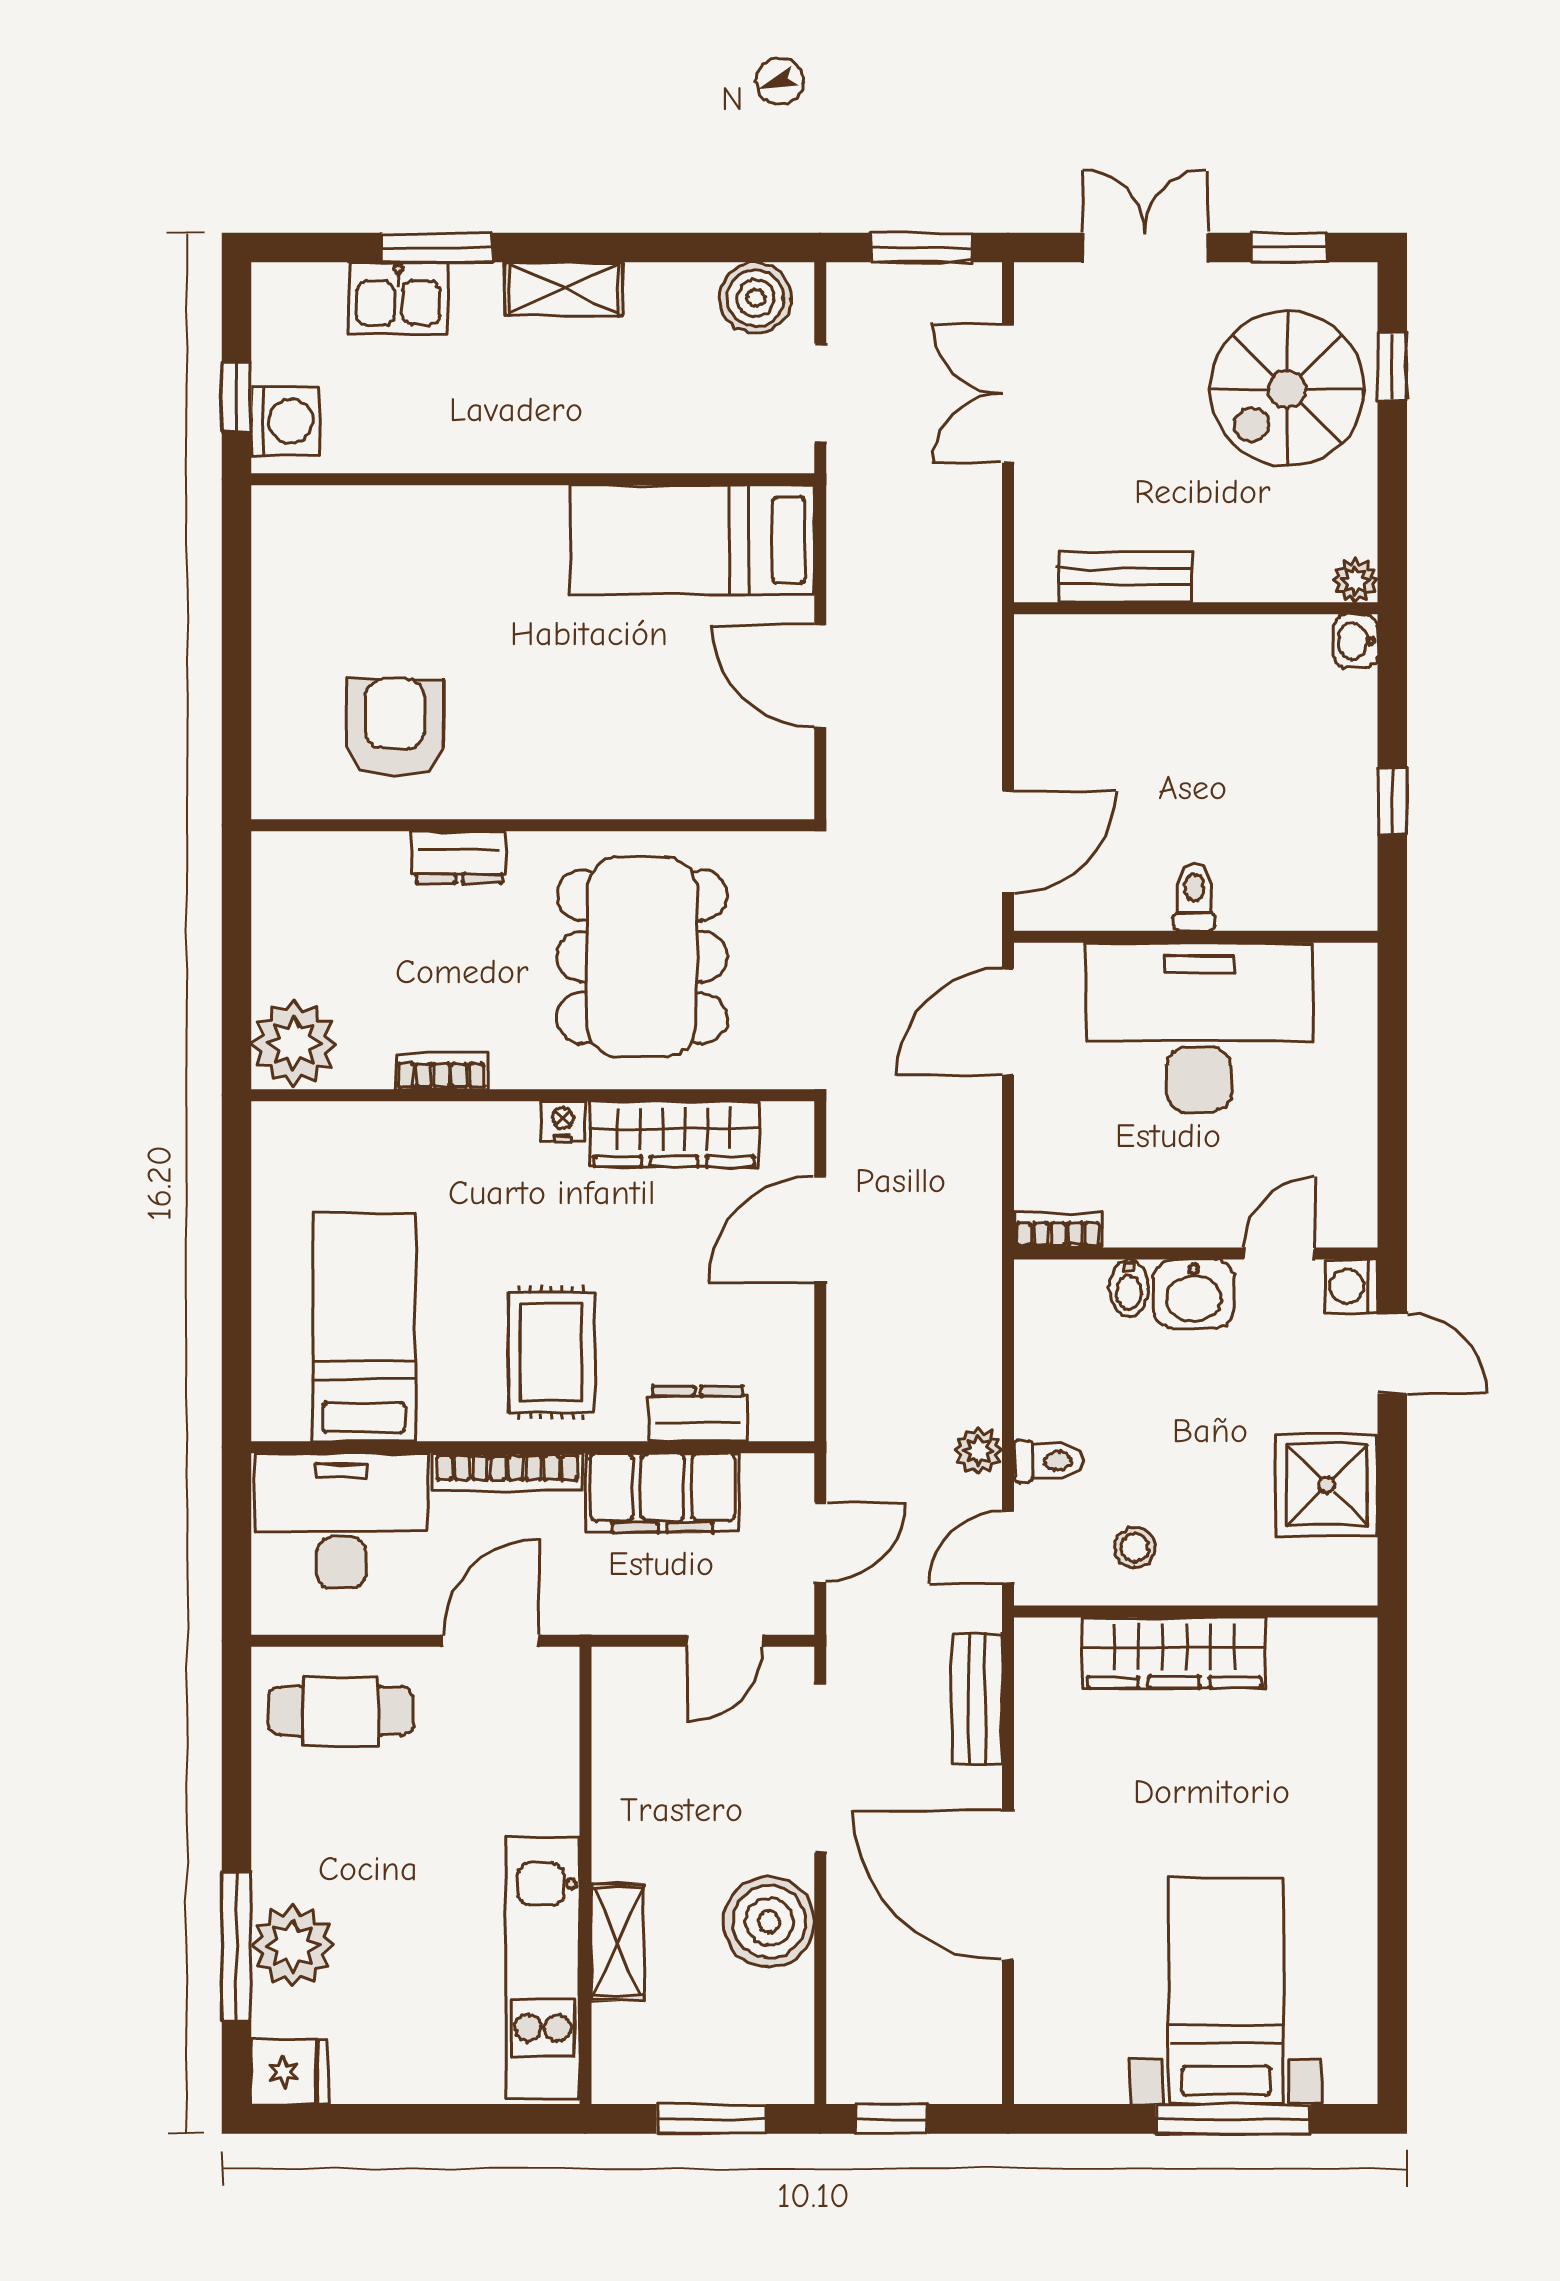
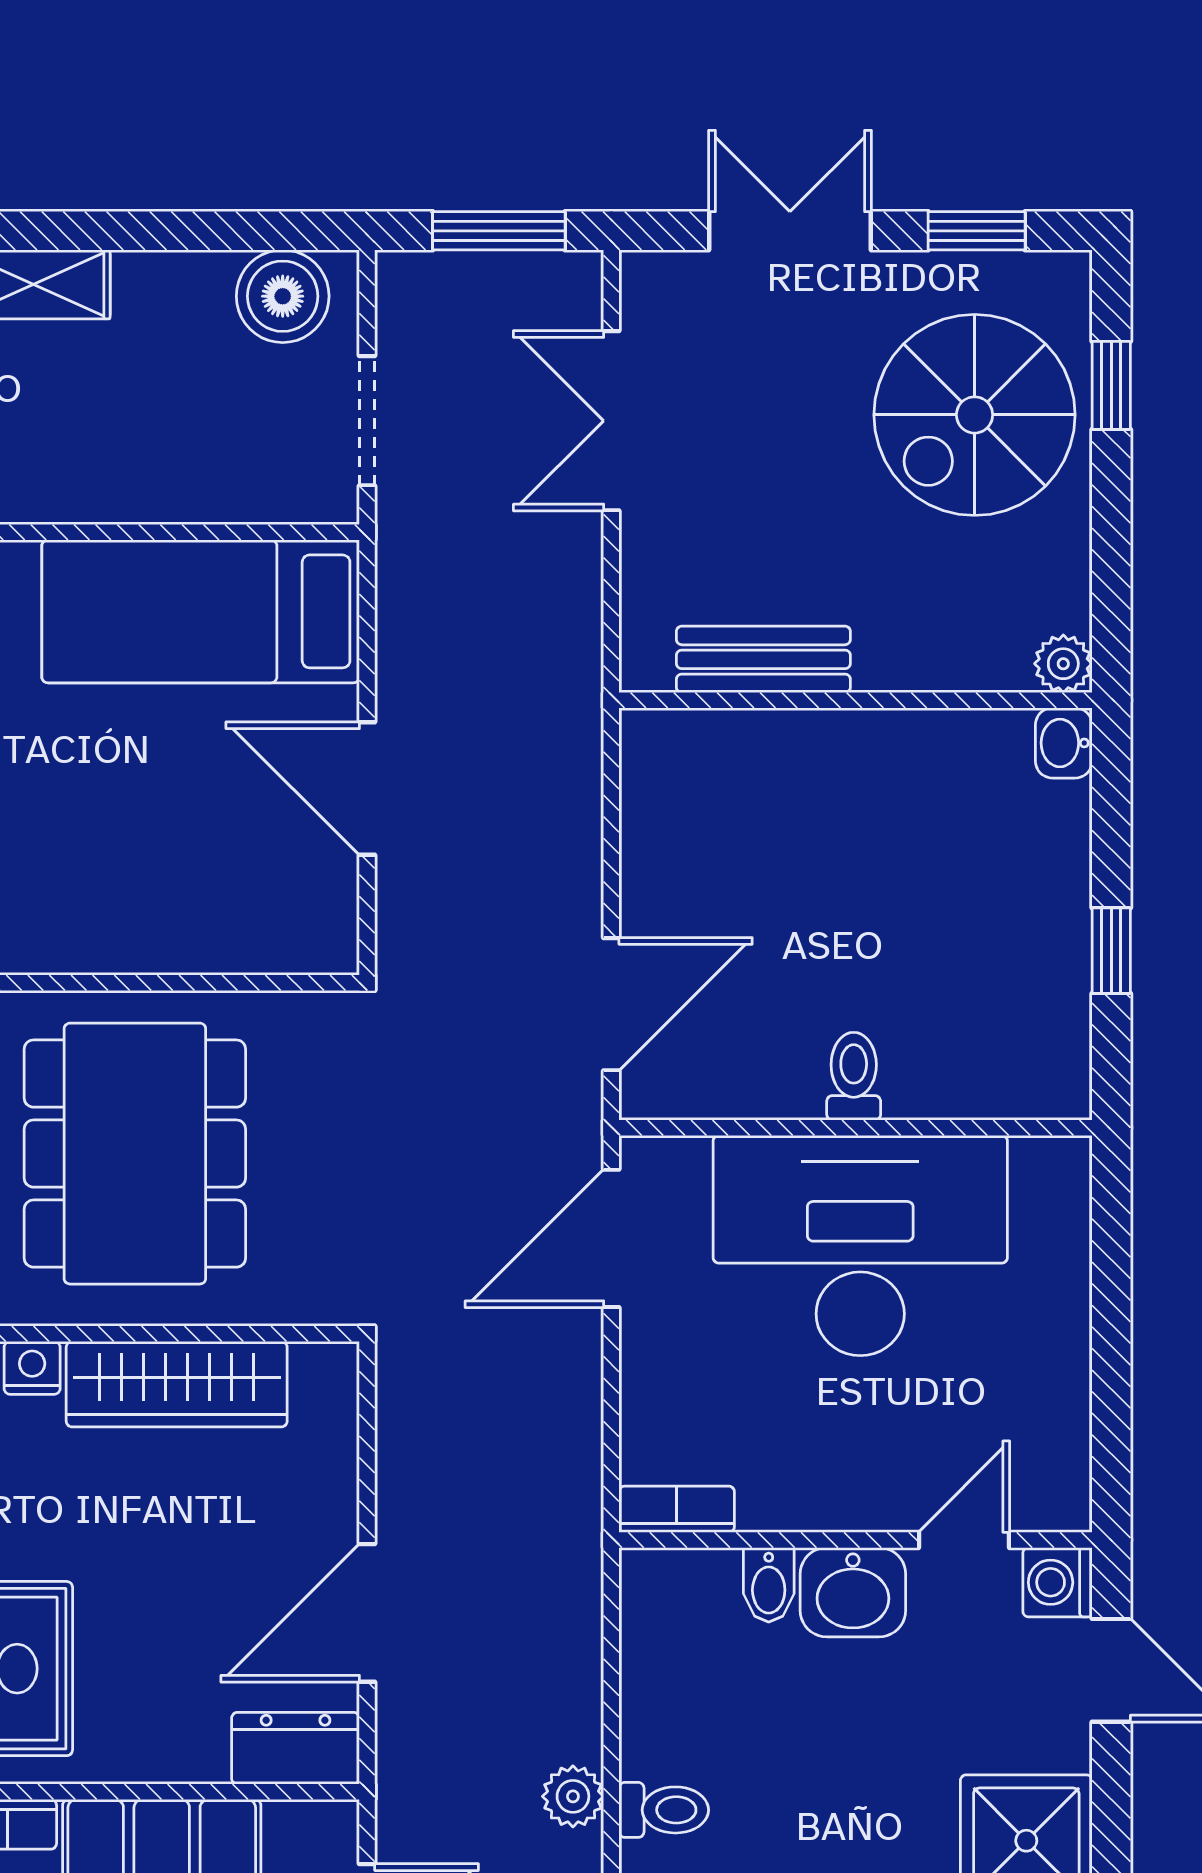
door: (820, 1229) -> (367, 1613), moved
dresser: (698, 1414) -> (296, 1748), moved

